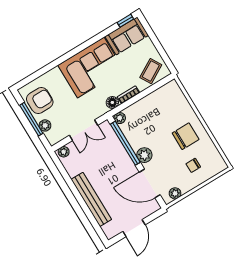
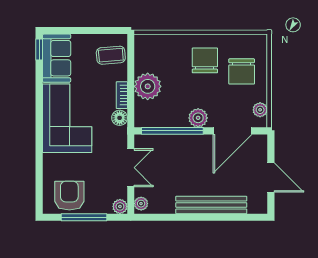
coffee table: (151, 71) -> (111, 55), turned -65
plant: (120, 118) -> (148, 86), moved, width x1.88, depth x1.88
plant: (45, 125) -> (120, 206), moved
chair: (193, 165) -> (242, 71), width x1.87, depth x1.87

